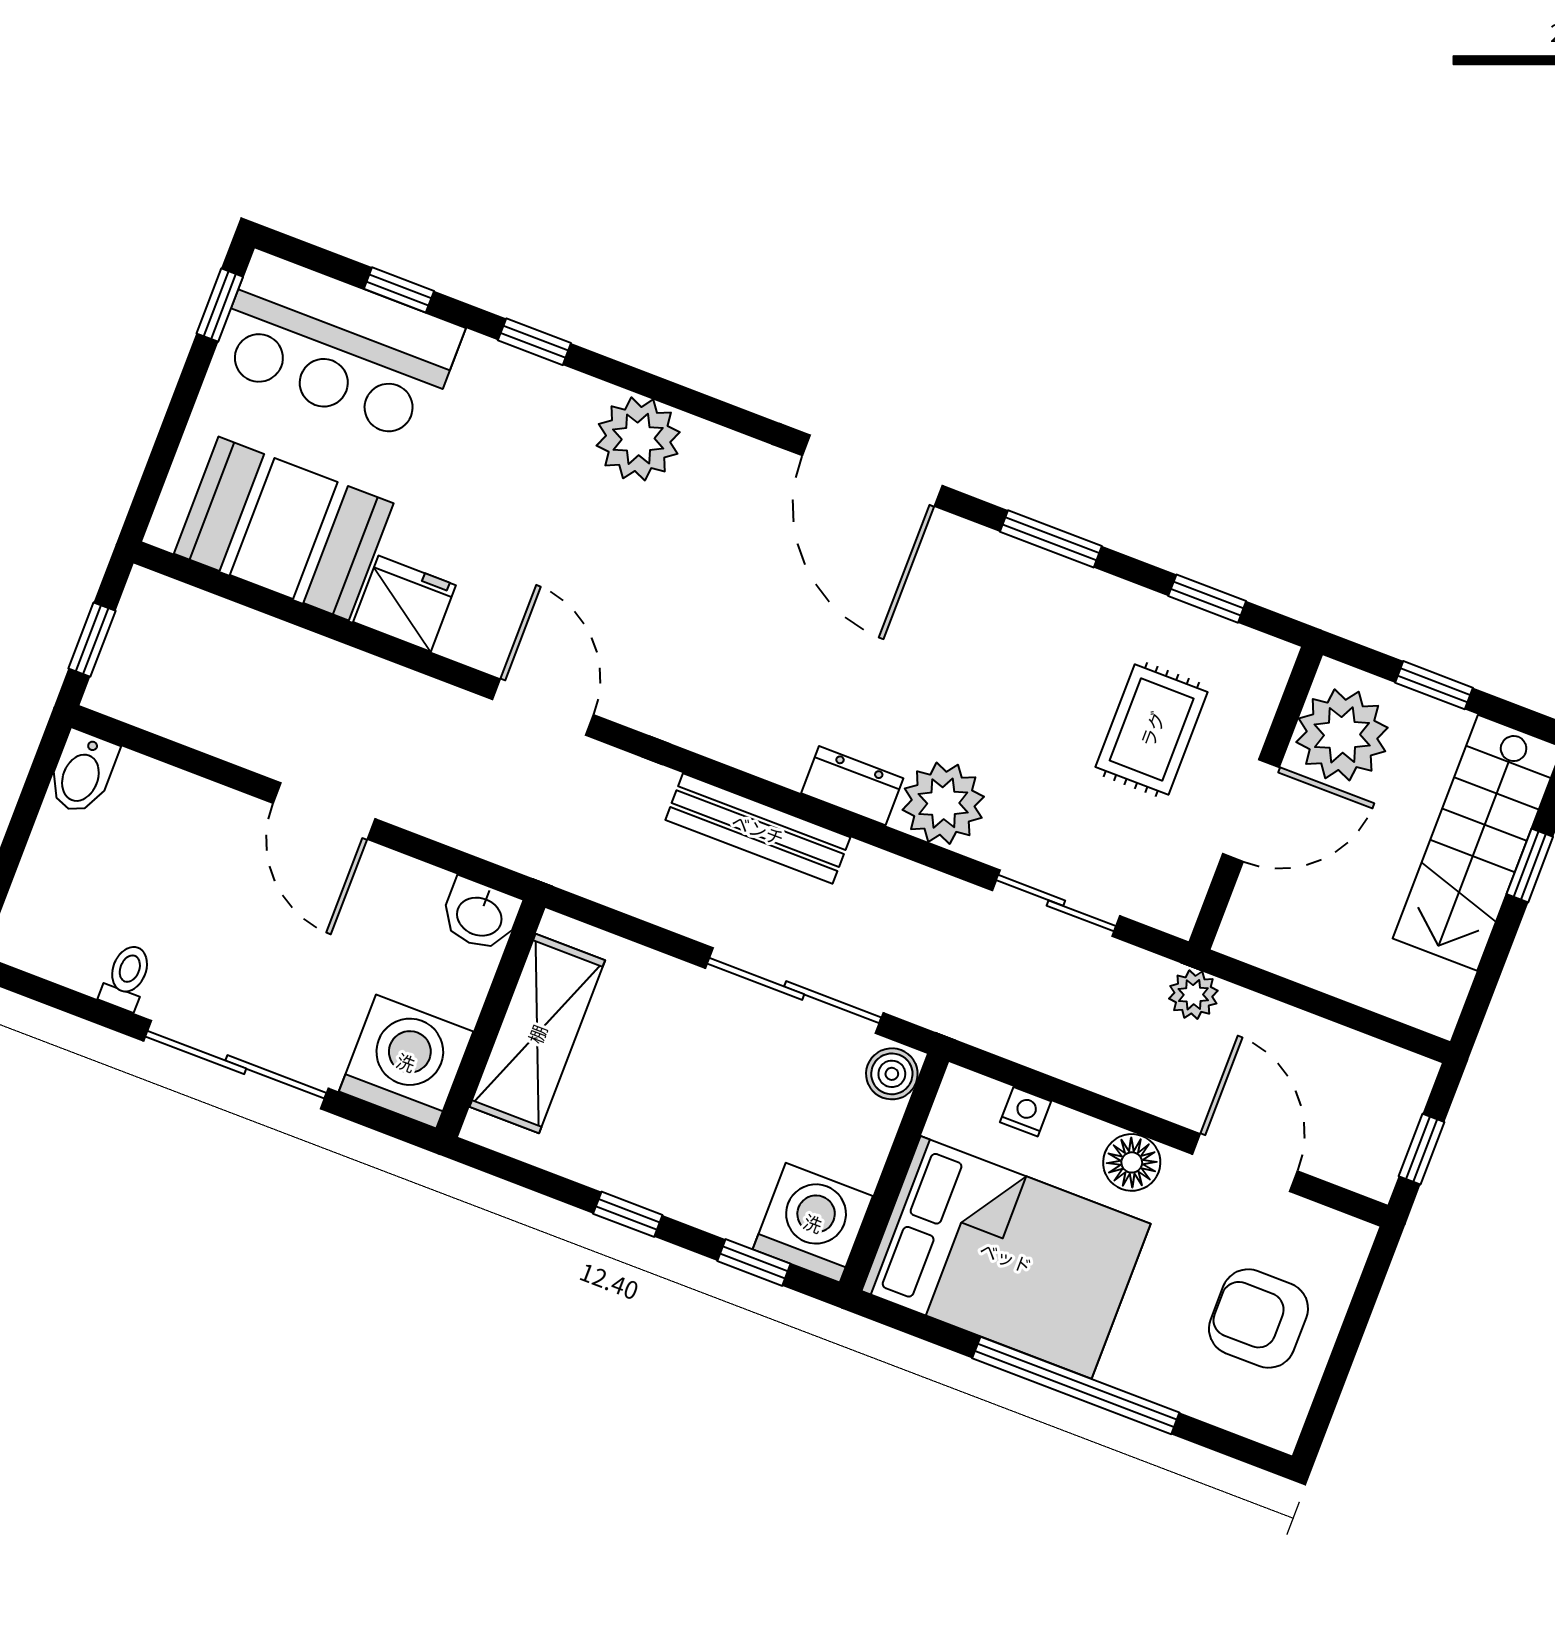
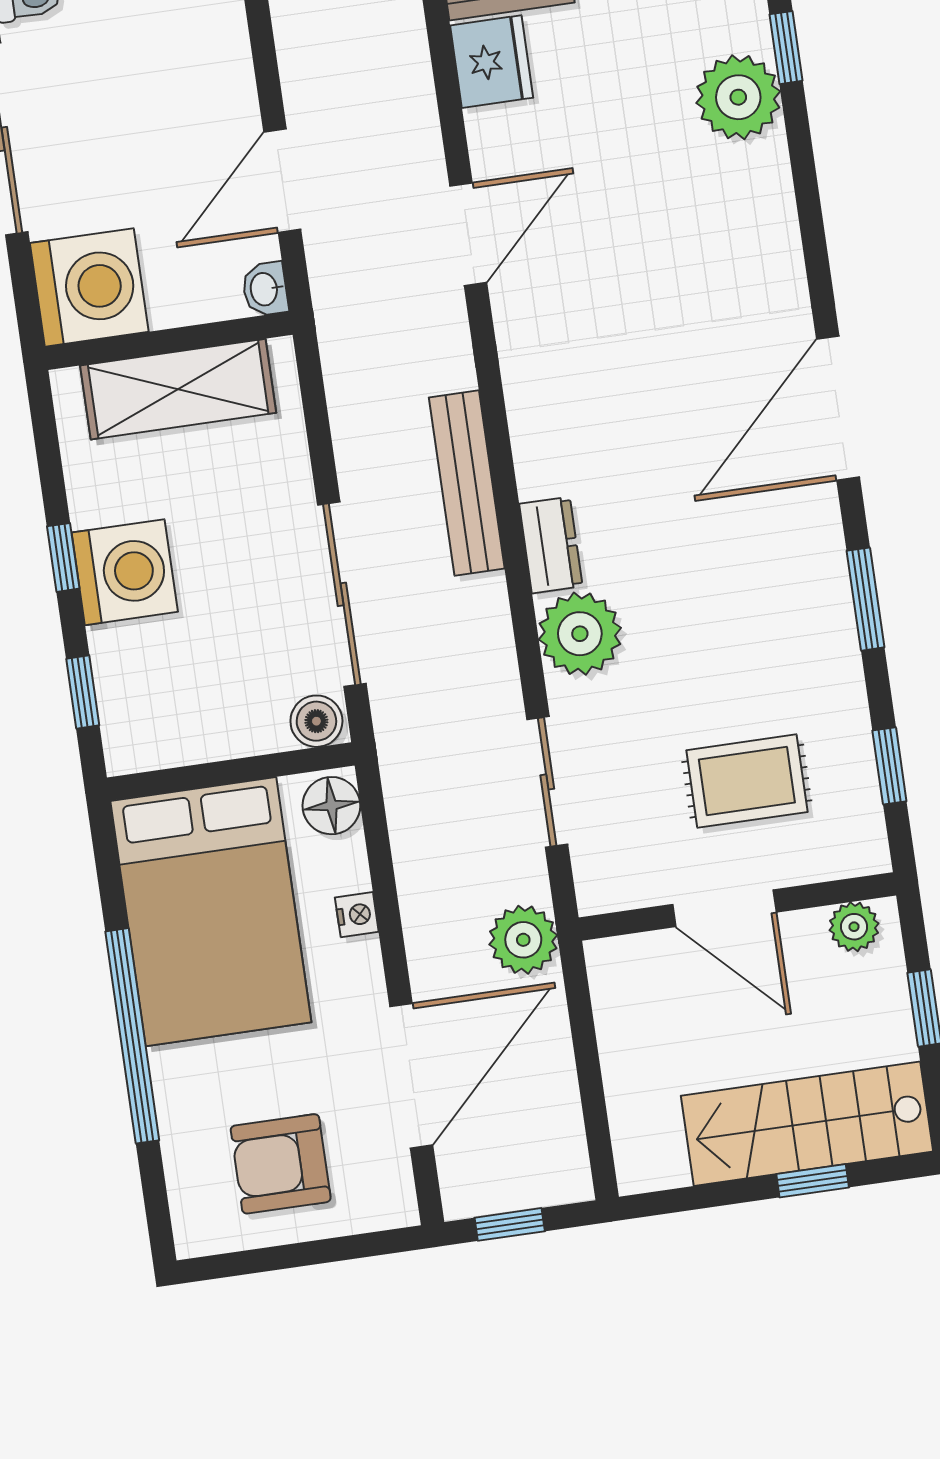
plant: (638, 439) -> (738, 97), moved
plant: (1342, 735) -> (854, 927), width x0.53, depth x0.53
door: (324, 811) -> (282, 181), moved
washbasin: (480, 915) -> (265, 289), width x0.72, depth x0.69
plant: (1193, 995) -> (523, 940), width x1.38, depth x1.38
nightstand: (1026, 1112) -> (357, 915), moved
floor lamp: (1132, 1162) -> (331, 806), moved
door: (1245, 1163) -> (411, 1076), width x1.36
washing machine: (813, 1223) -> (125, 572), moved
armchair: (1258, 1319) -> (281, 1164), turned -90

